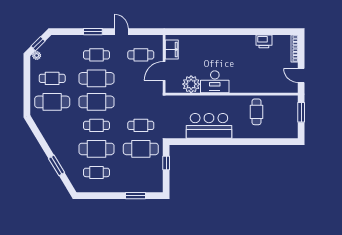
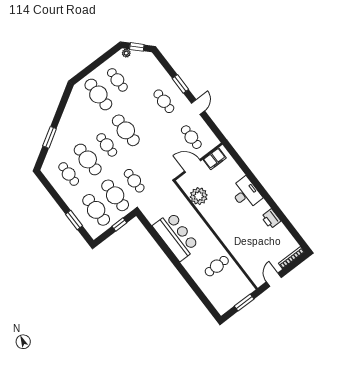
printer: (264, 41) -> (271, 219), moved
cafe table: (96, 78) -> (96, 210), moved
desk: (215, 82) -> (246, 193), moved, turned 180

